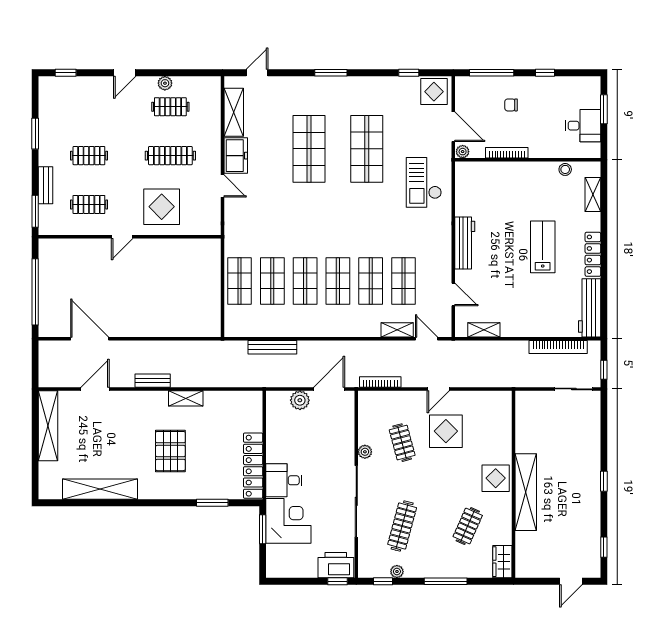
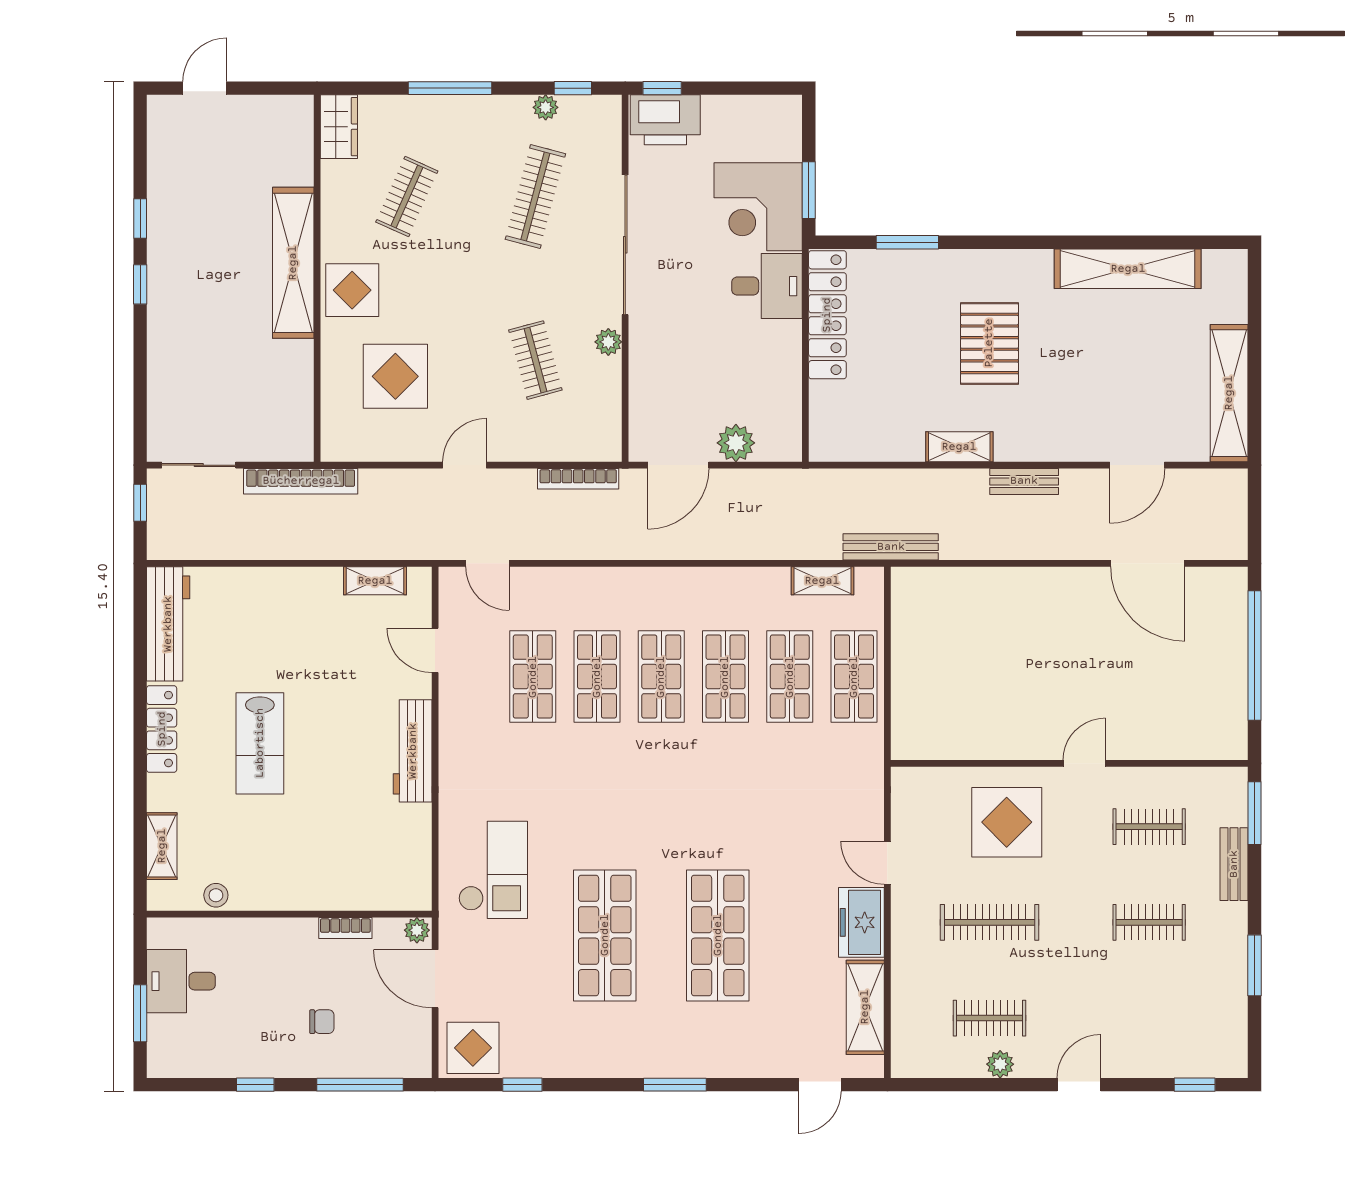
bookcase: (507, 153) -> (345, 928), width x0.64
shelving: (397, 330) -> (822, 581), moved
bench: (272, 347) -> (891, 547), moved
bookcase: (558, 347) -> (301, 481), moved, turned 180
display table: (446, 431) -> (395, 376), moved
window: (604, 547) -> (140, 219), moved

